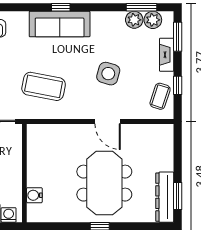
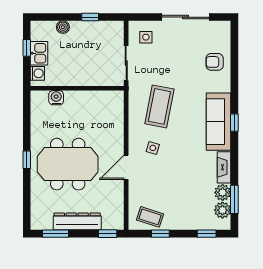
window: (178, 37) -> (207, 234), width x0.67
fireplace: (167, 55) -> (224, 167), moved, turned -90
side table: (108, 74) -> (153, 148), moved, width x0.54, depth x0.54
window: (178, 141) -> (108, 234), added
dresser: (165, 197) -> (77, 221), moved

